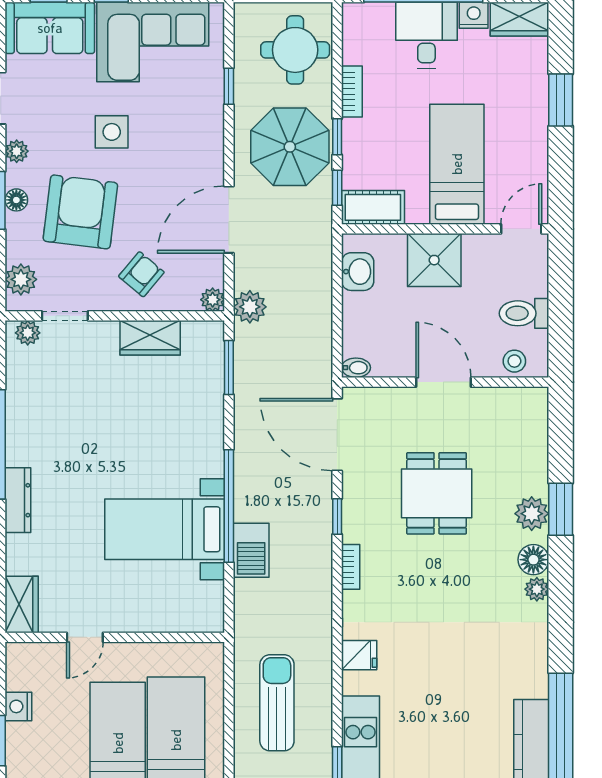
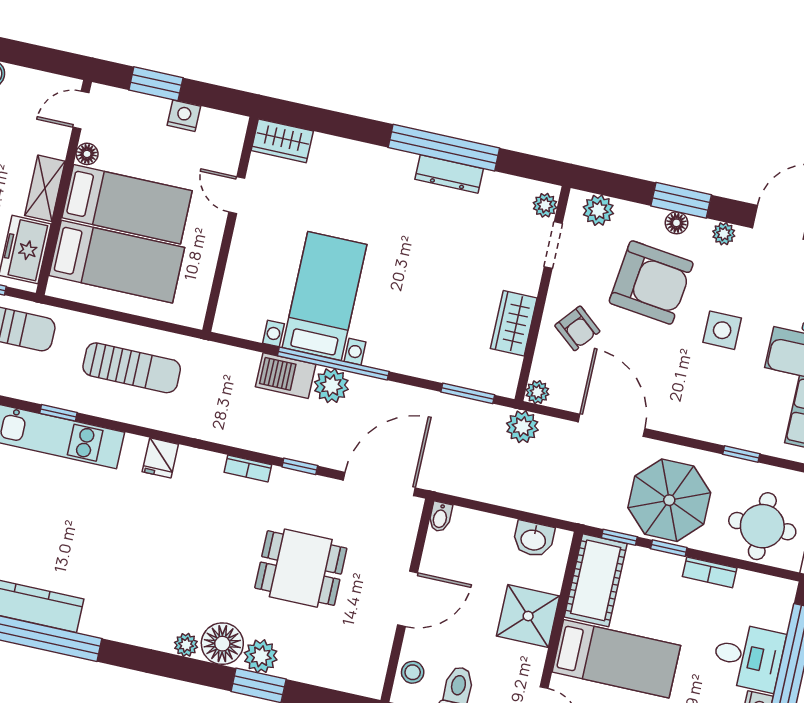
cot: (373, 207) -> (596, 580), width x1.37, depth x1.34
dresser: (18, 500) -> (449, 174), moved
plant: (251, 503) -> (331, 386), added
floor lamp: (533, 560) -> (222, 644), width x1.38, depth x1.38

